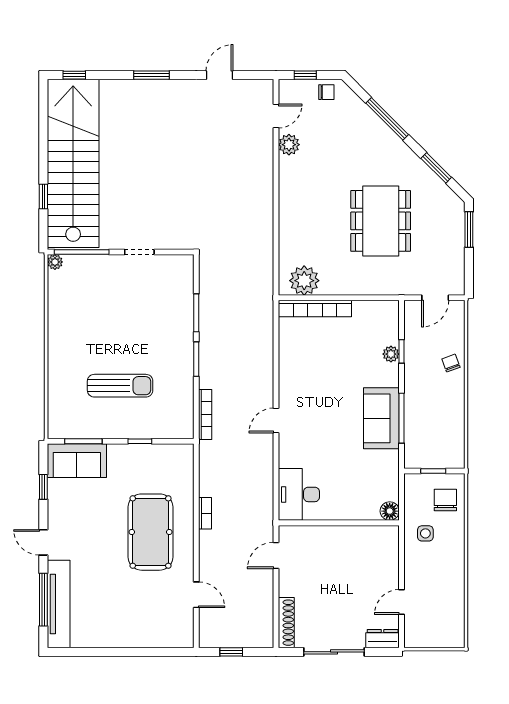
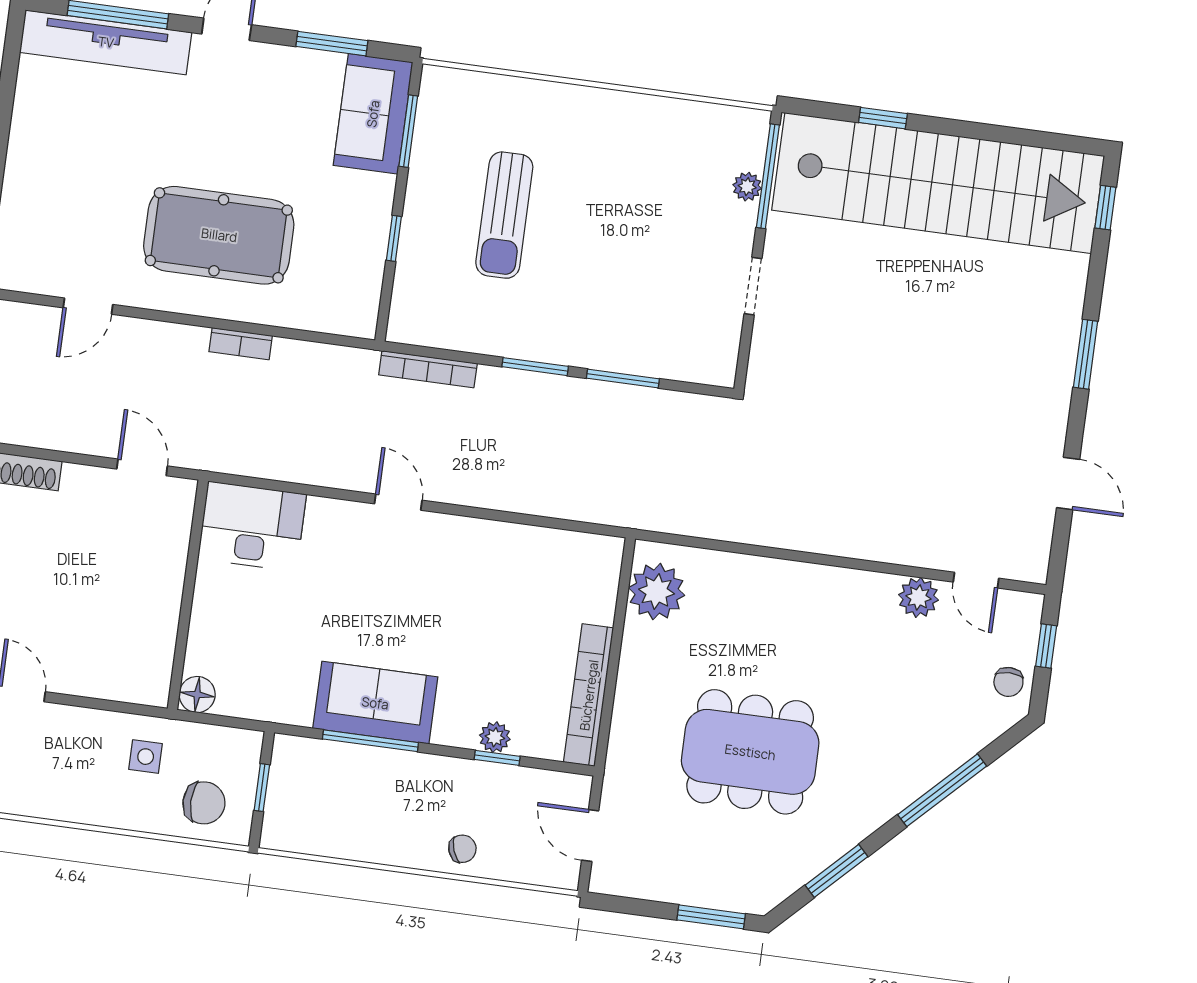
plant: (55, 262) -> (747, 187), moved
bookcase: (315, 309) -> (589, 695), moved
window: (43, 487) -> (332, 44), width x1.50

